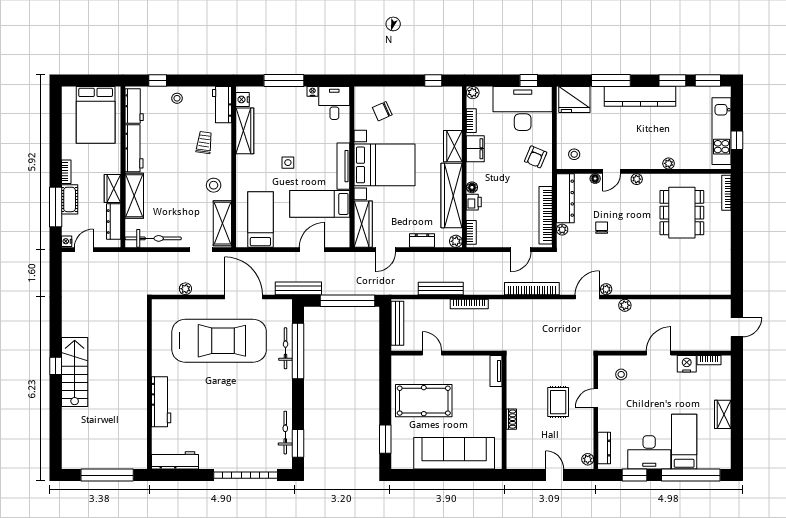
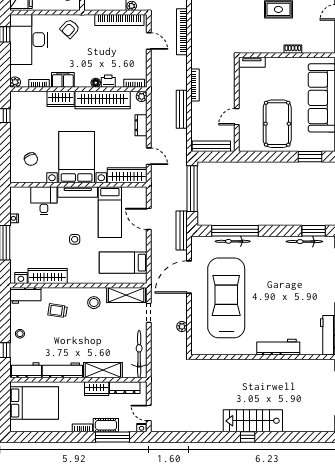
desk: (334, 103) -> (44, 201), moved, turned 90
armchair: (536, 157) -> (70, 29), turned 110

